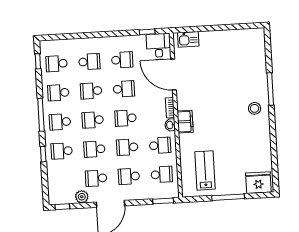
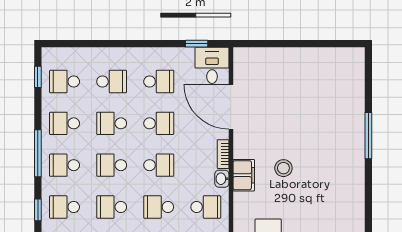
kitchen sink: (188, 39) -> (255, 58), removed
stool: (255, 108) -> (283, 168), moved
school desk: (126, 118) -> (159, 165), turned 180

